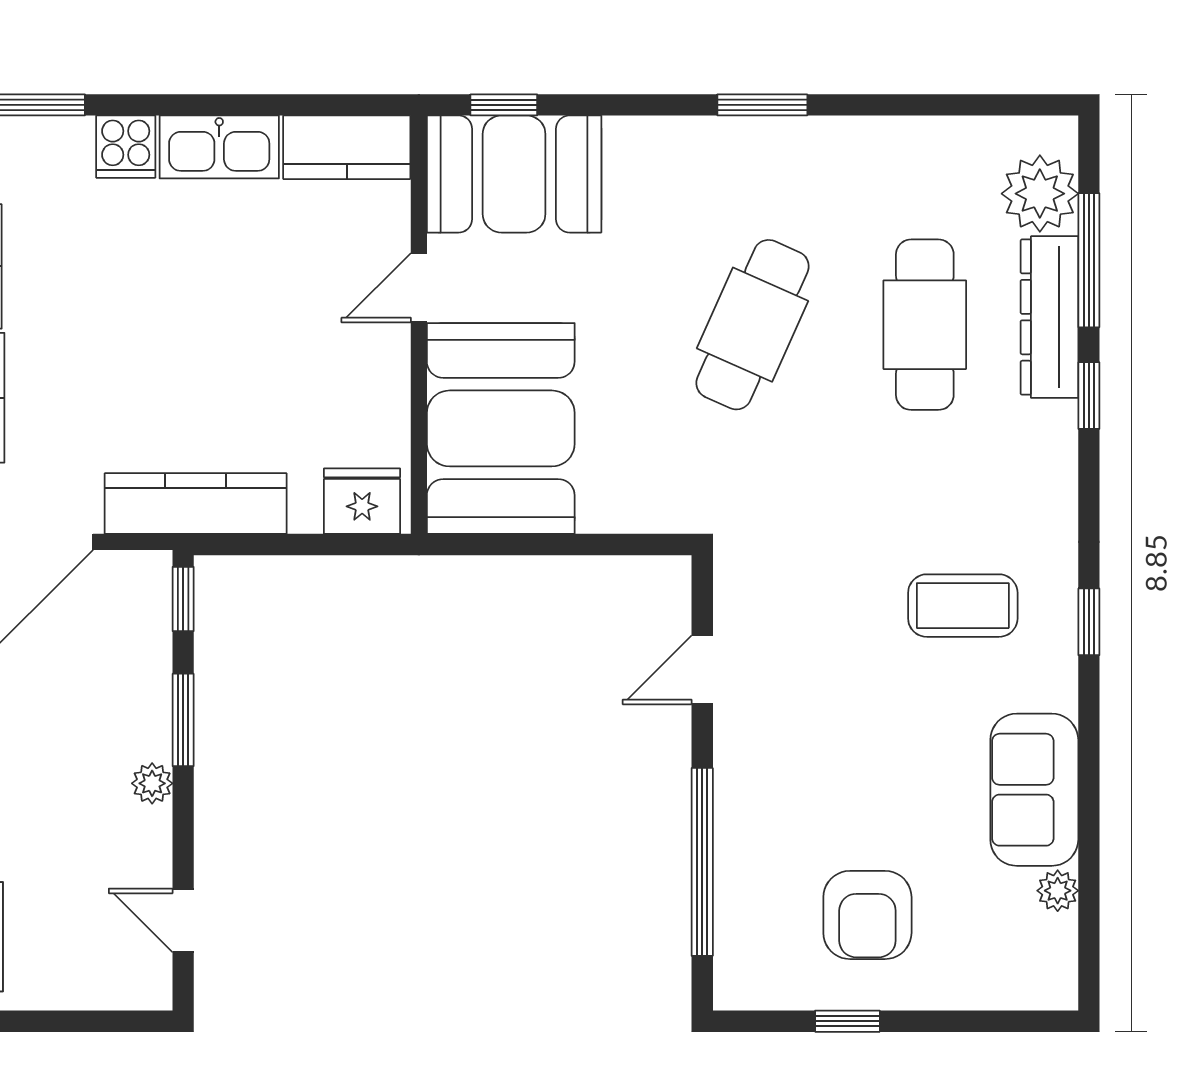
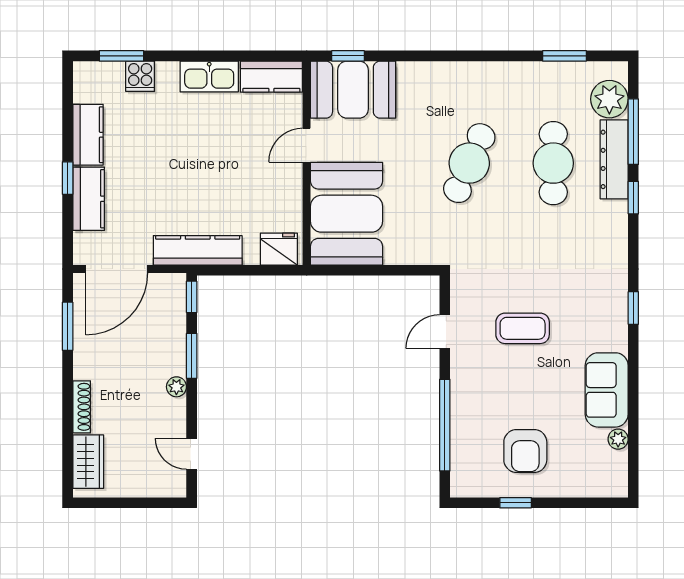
window: (762, 105) -> (565, 56), moved
cooker: (126, 147) -> (140, 76), moved
coffee table: (963, 606) -> (523, 328), moved

